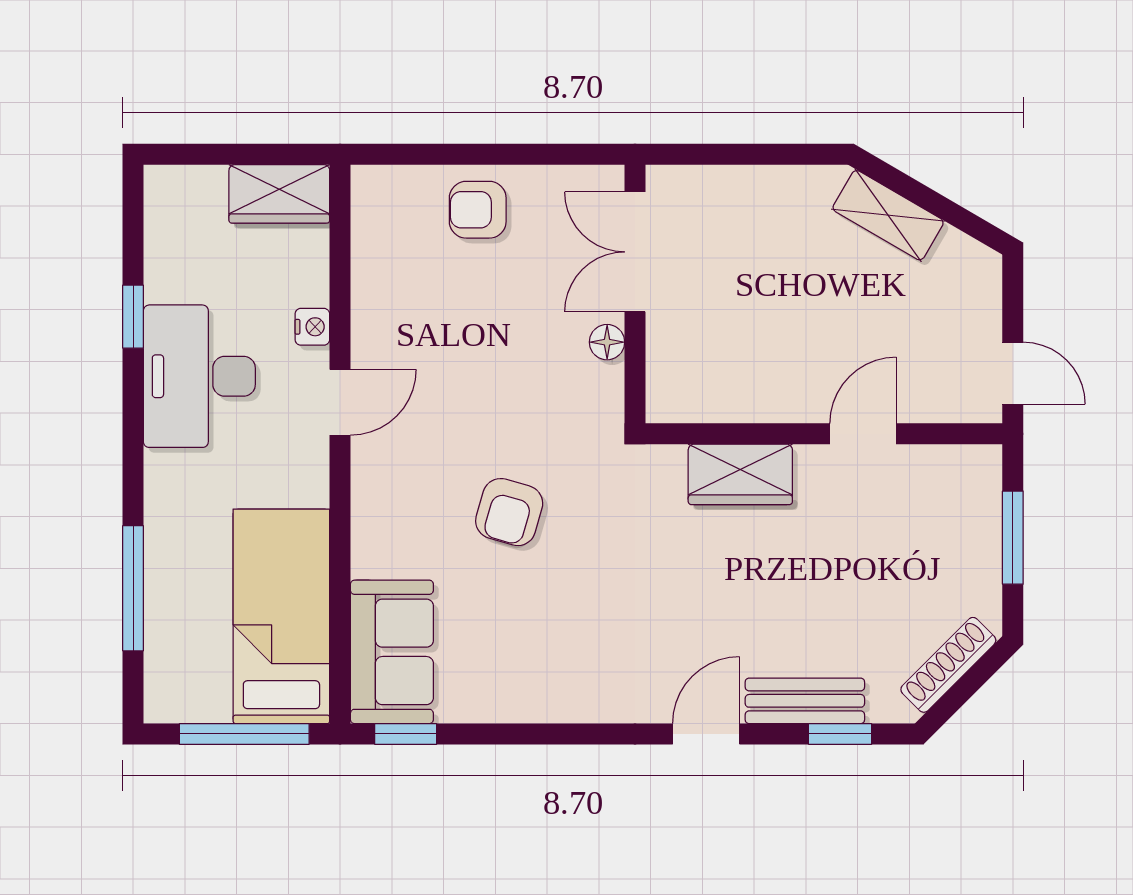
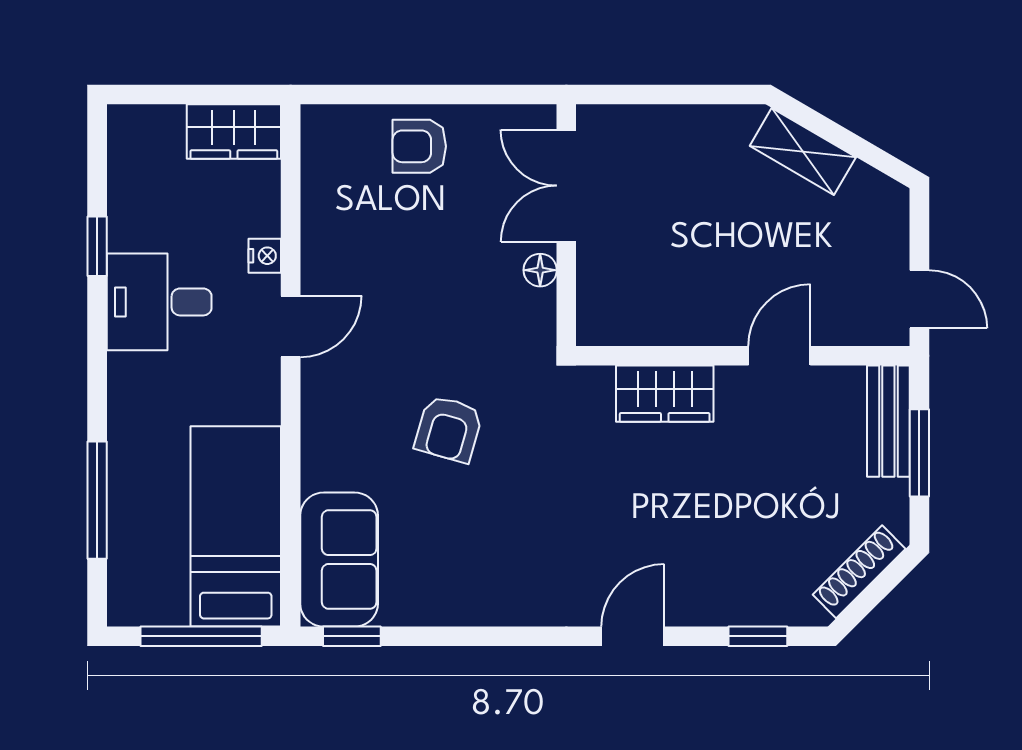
desk: (199, 376) -> (159, 302), width x0.73
bench: (805, 701) -> (888, 421), moved, turned 90

